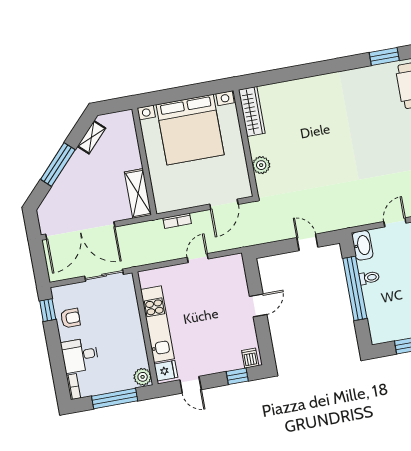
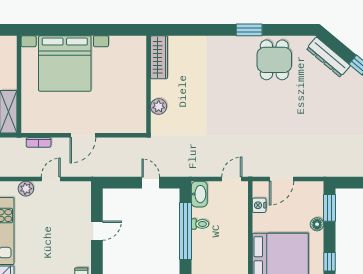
wardrobe: (252, 111) -> (159, 57), moved
wall: (246, 143) -> (148, 84), moved
plant: (261, 165) -> (159, 106), moved
plant: (172, 274) -> (26, 189), added

